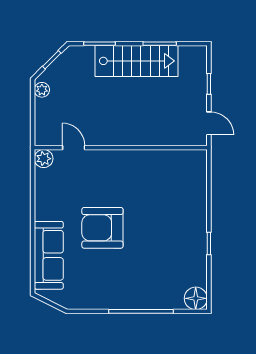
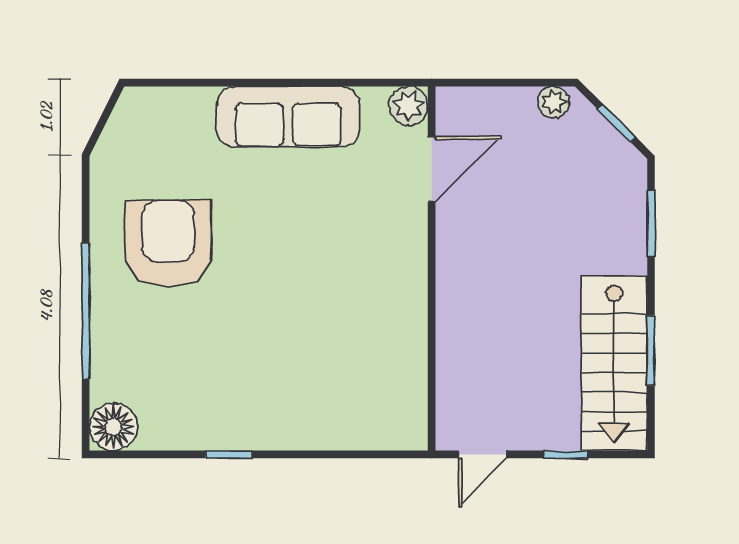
stairs: (136, 61) -> (614, 363), moved
door: (74, 148) -> (432, 169), width x1.38
armchair: (102, 228) -> (168, 243), moved
sofa: (49, 255) -> (288, 117), moved

